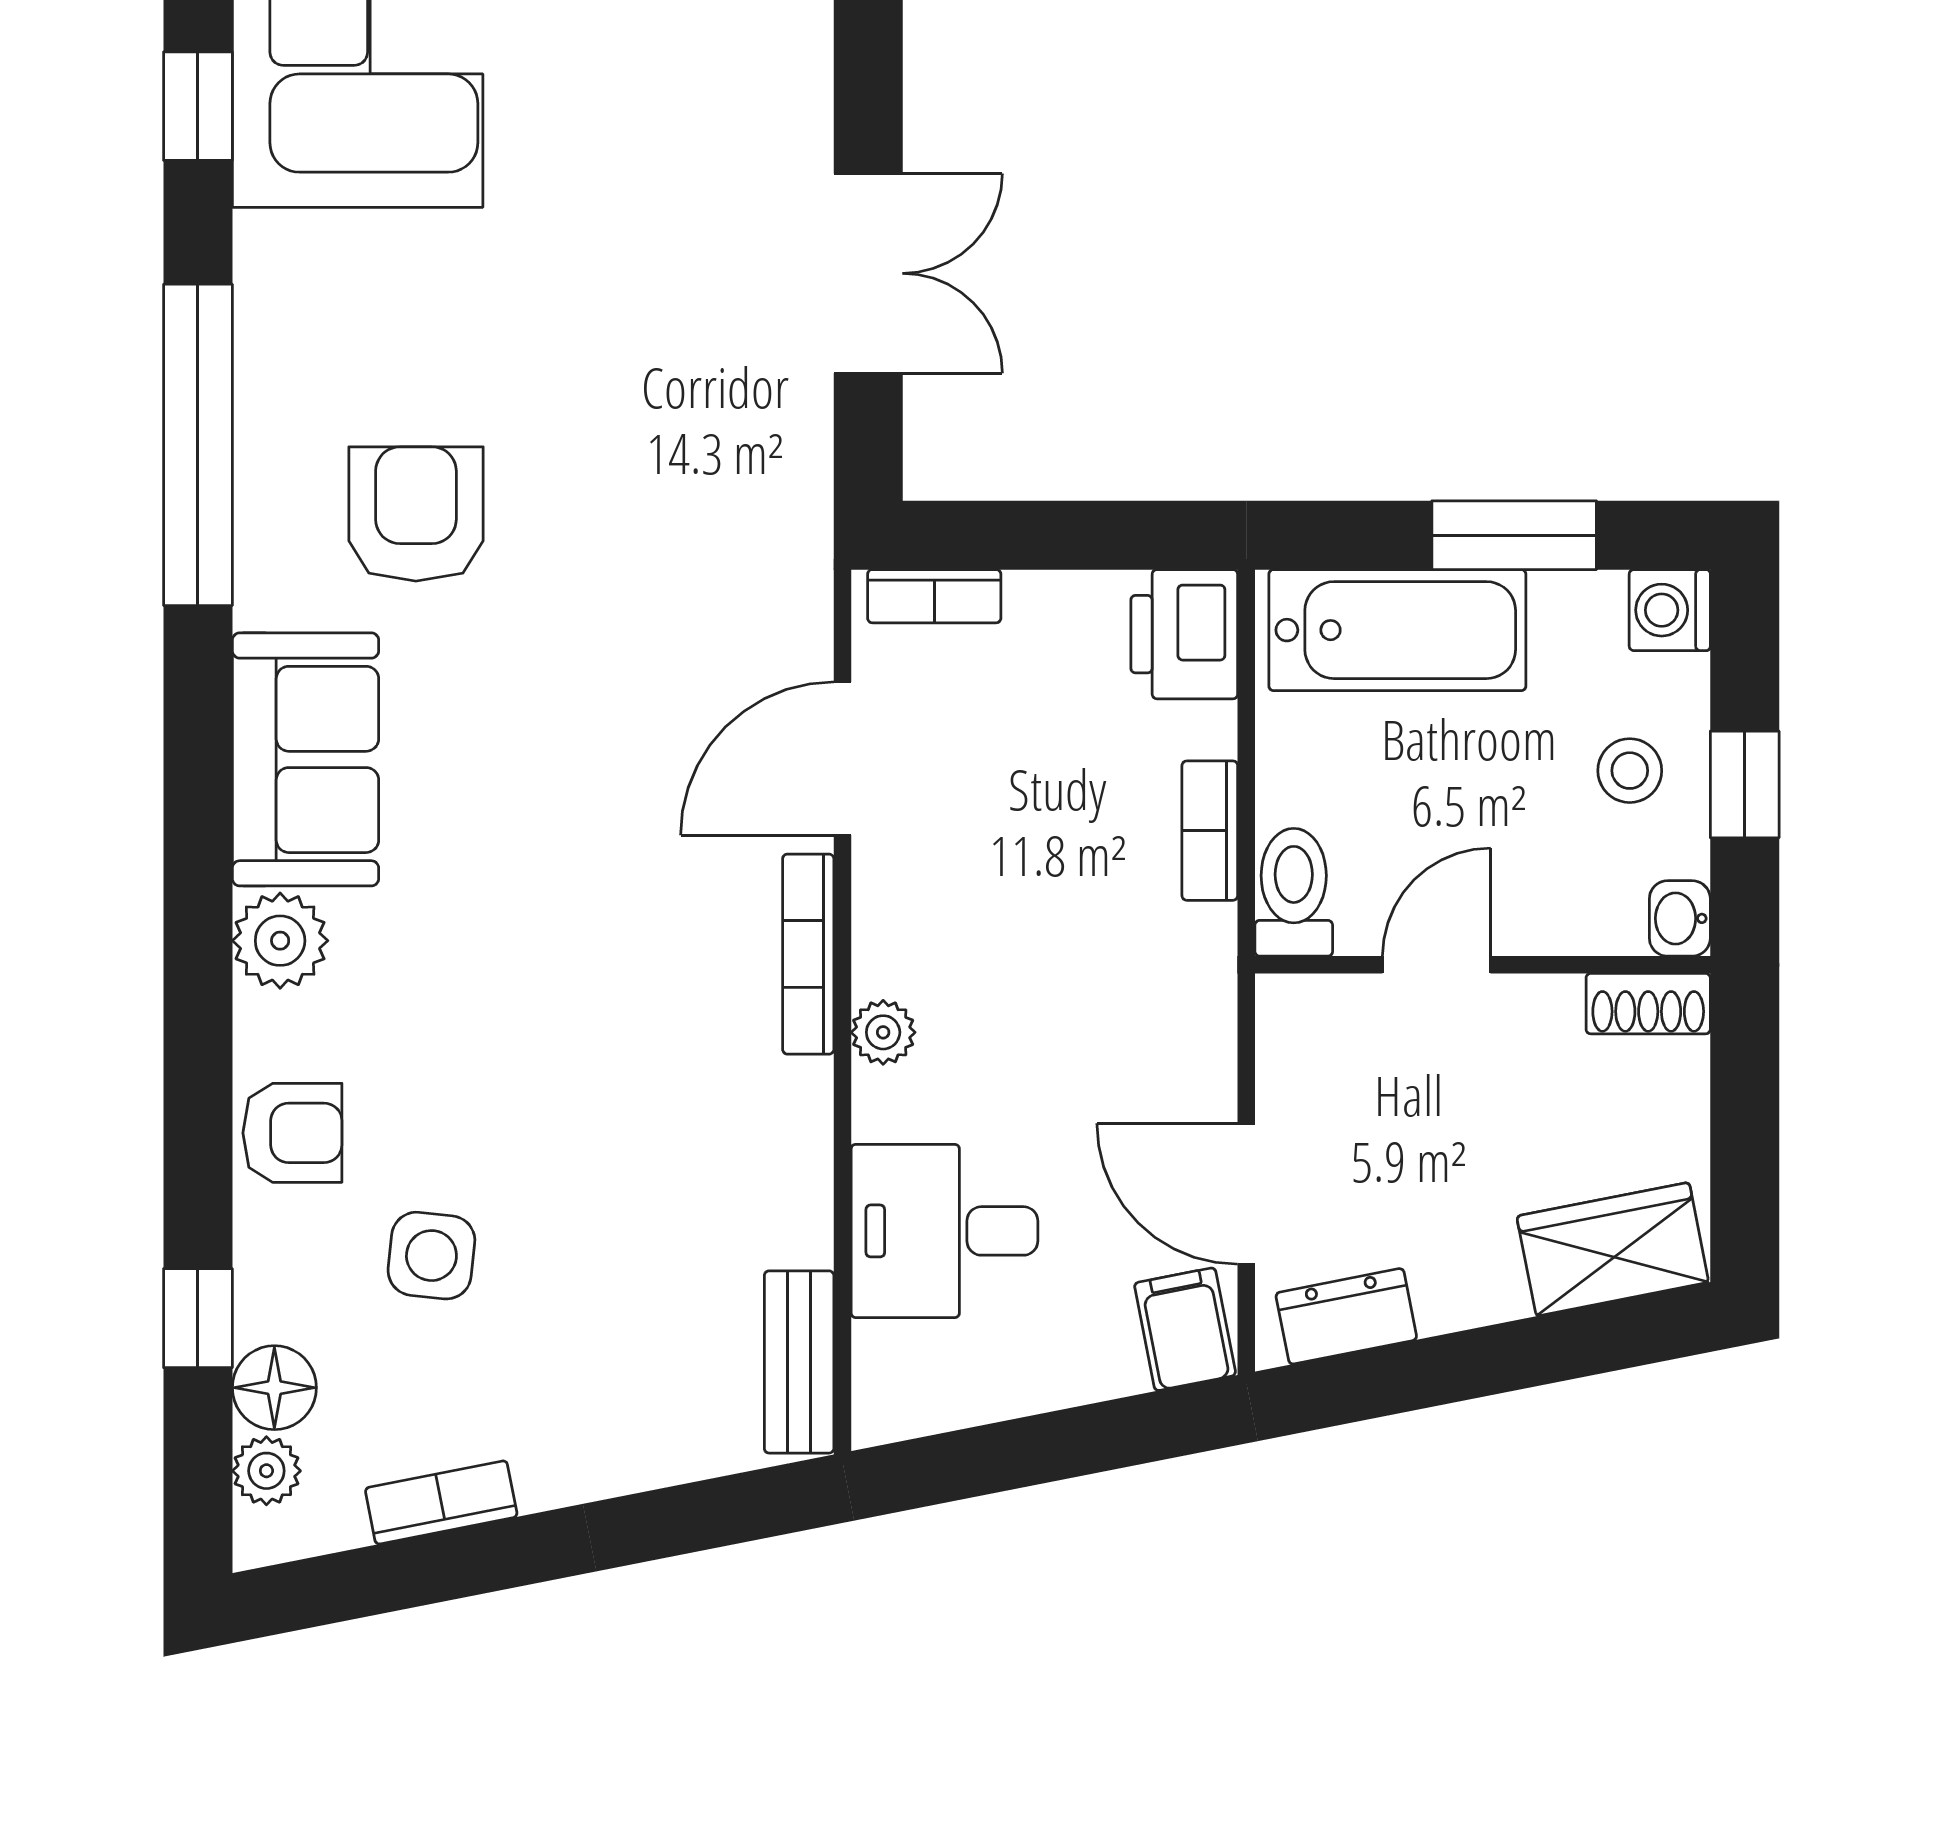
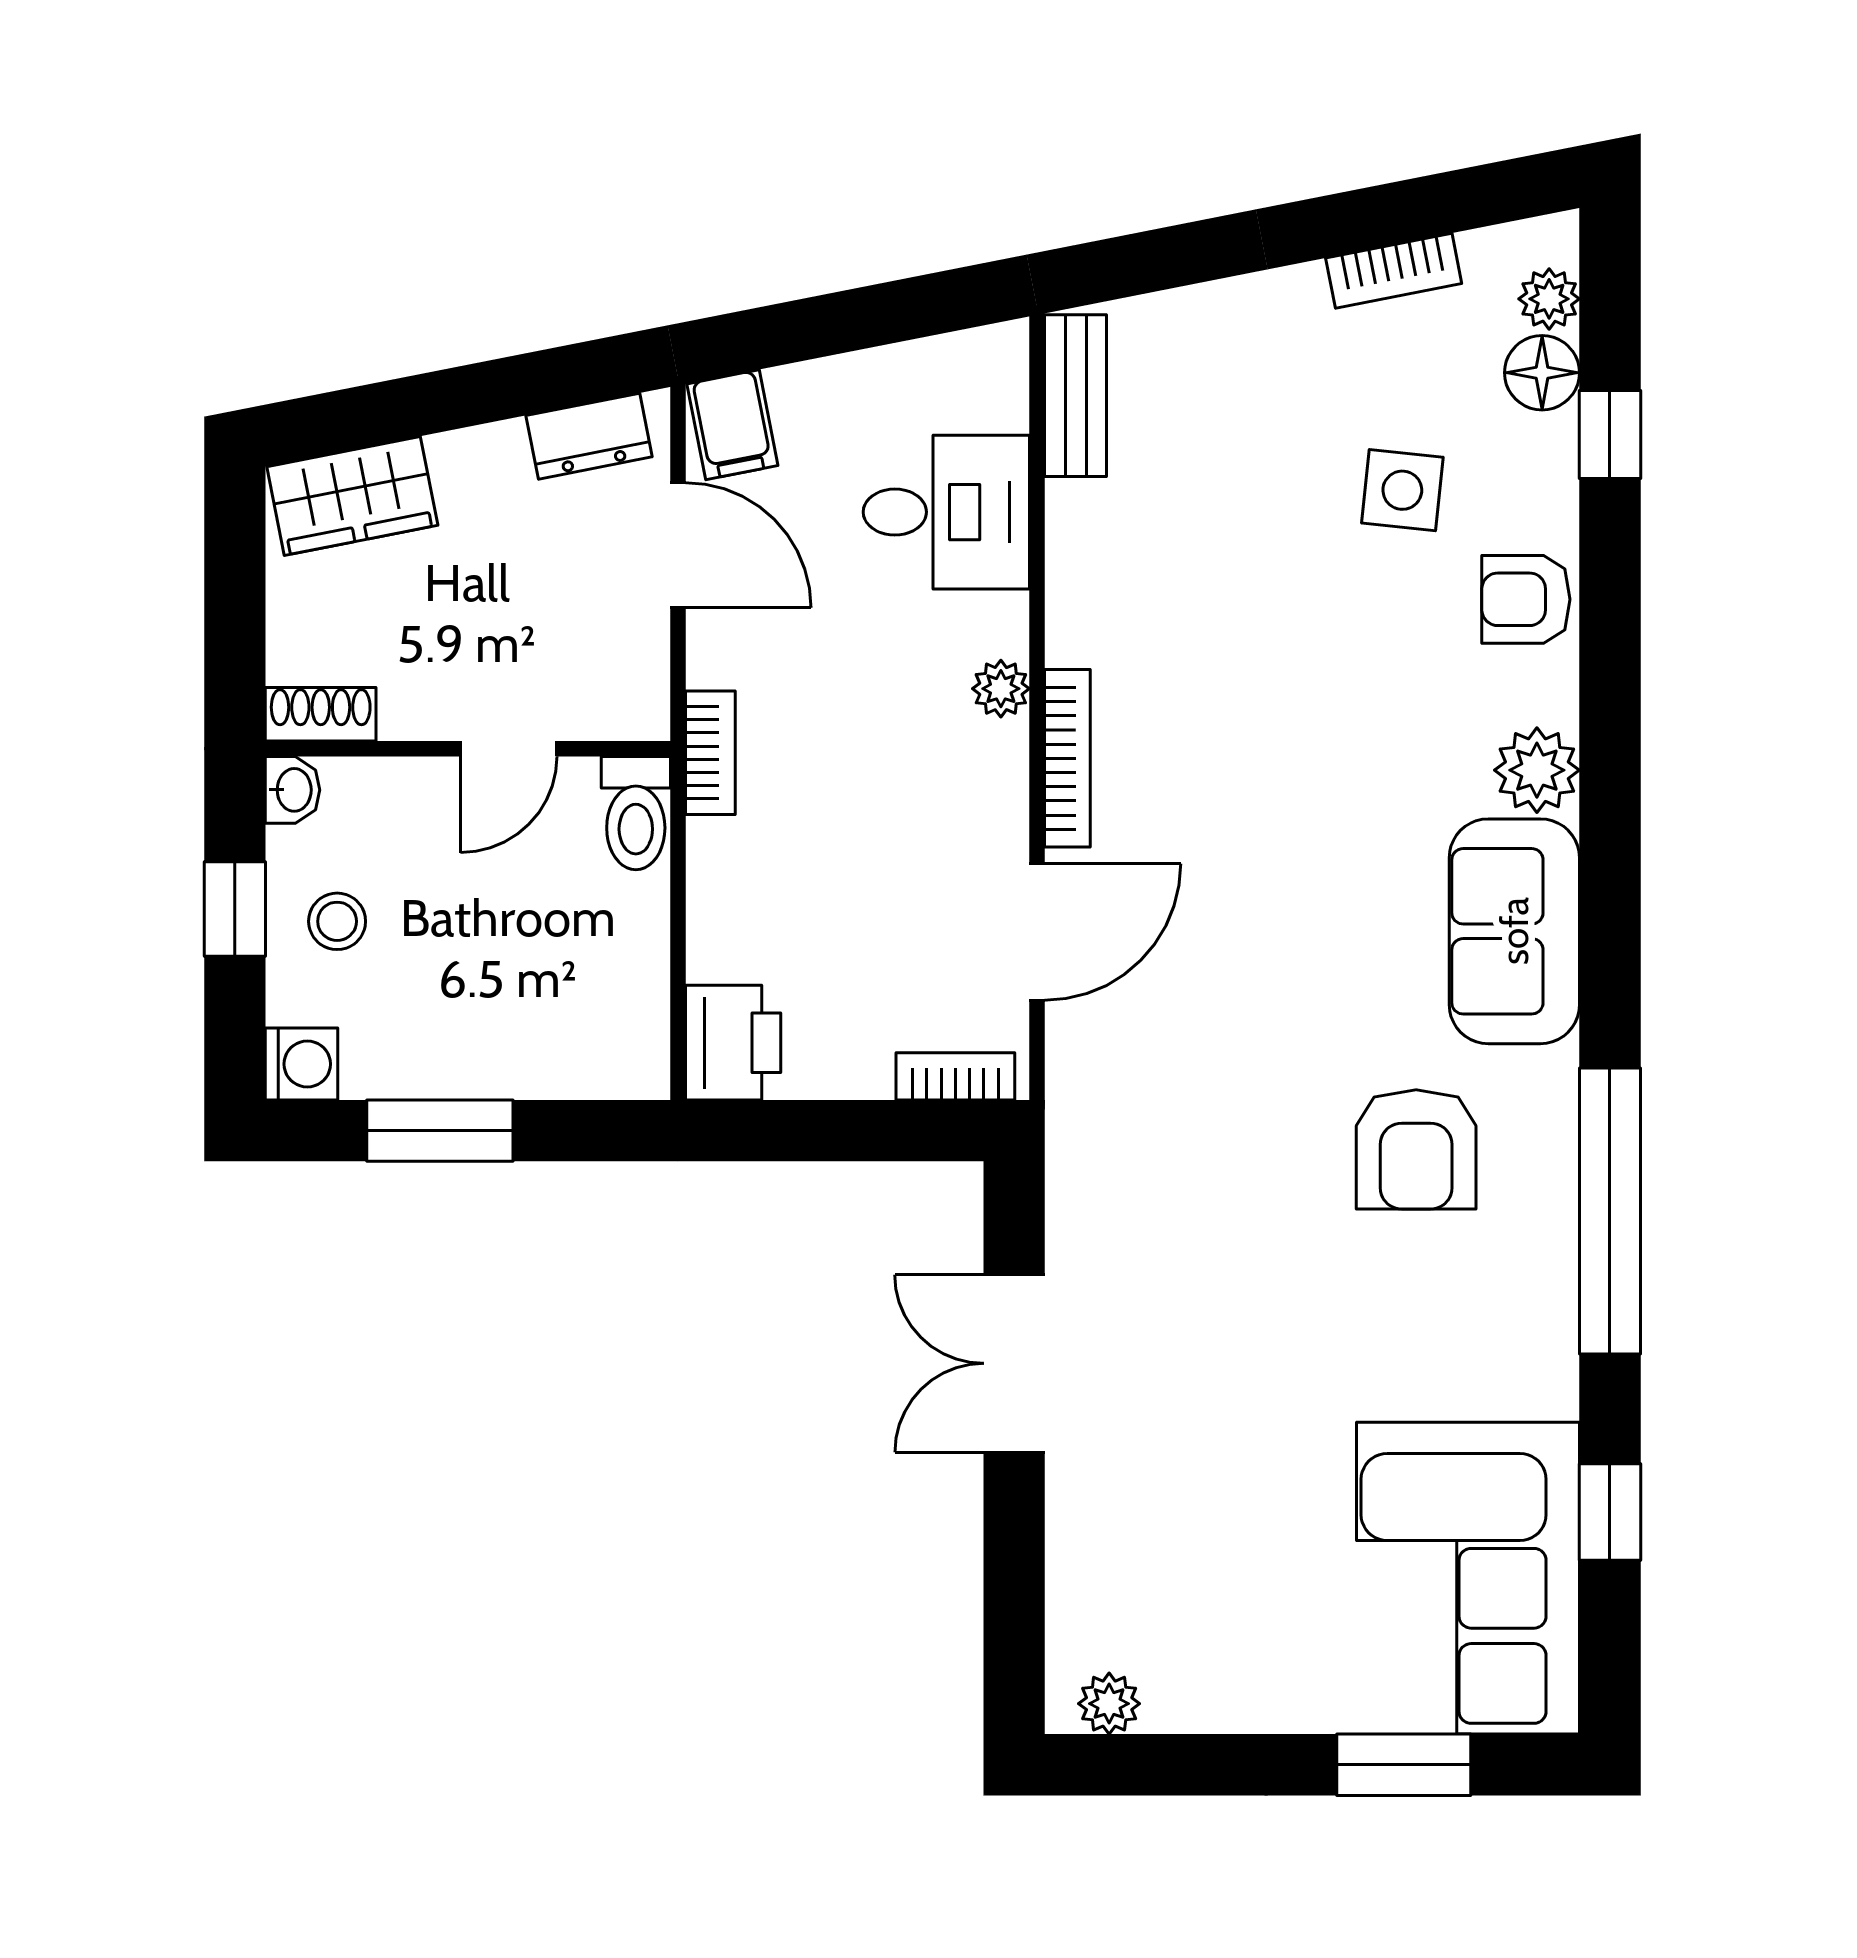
bathtub: (1397, 630) -> (544, 1046), removed
bookcase: (1210, 831) -> (710, 753), moved

